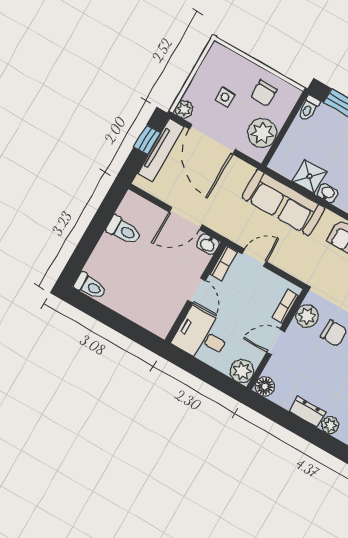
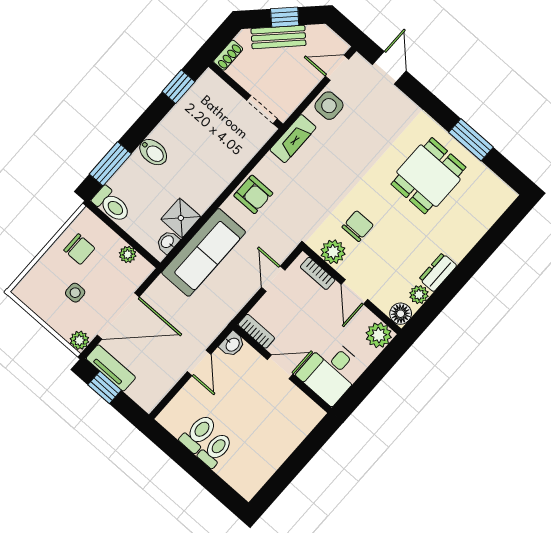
toilet: (309, 108) -> (111, 205), width x1.37, depth x1.39
plant: (262, 133) -> (128, 254), width x0.53, depth x0.53
tv unit: (161, 150) -> (111, 368), width x0.71
washbasin: (327, 193) -> (168, 242), moved
door: (186, 218) -> (199, 363), width x0.73
door: (254, 258) -> (273, 279), moved
toilet: (90, 286) -> (215, 450), moved
plant: (330, 425) -> (419, 295), moved

